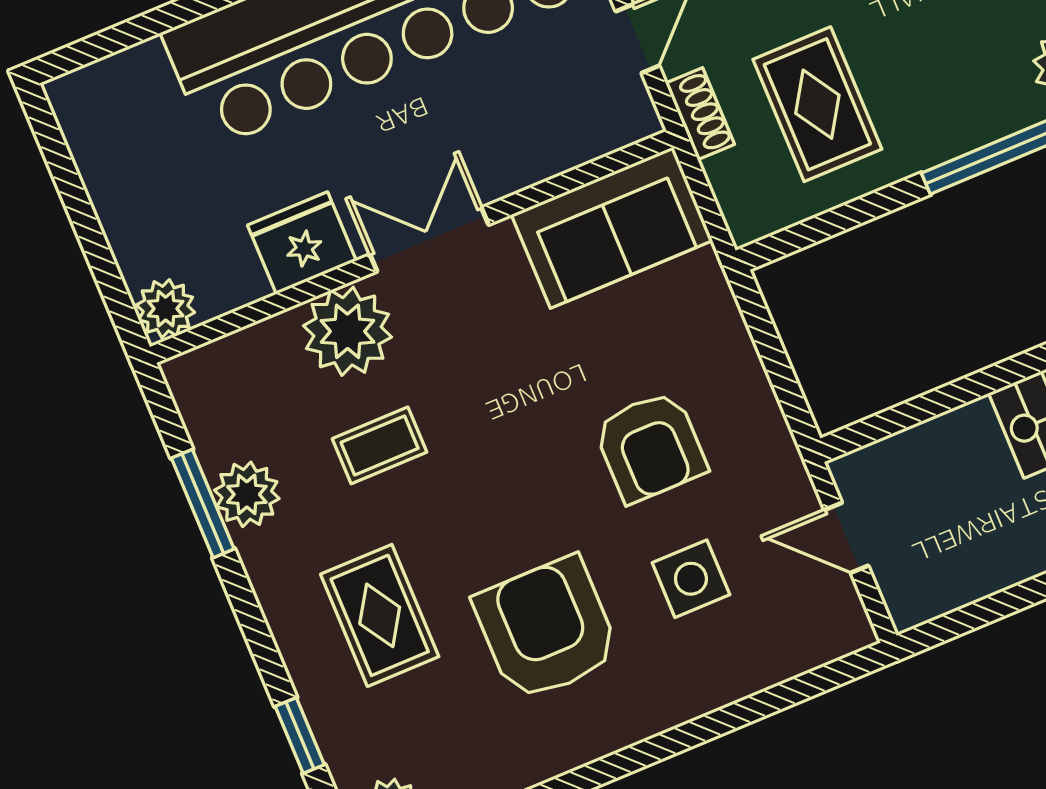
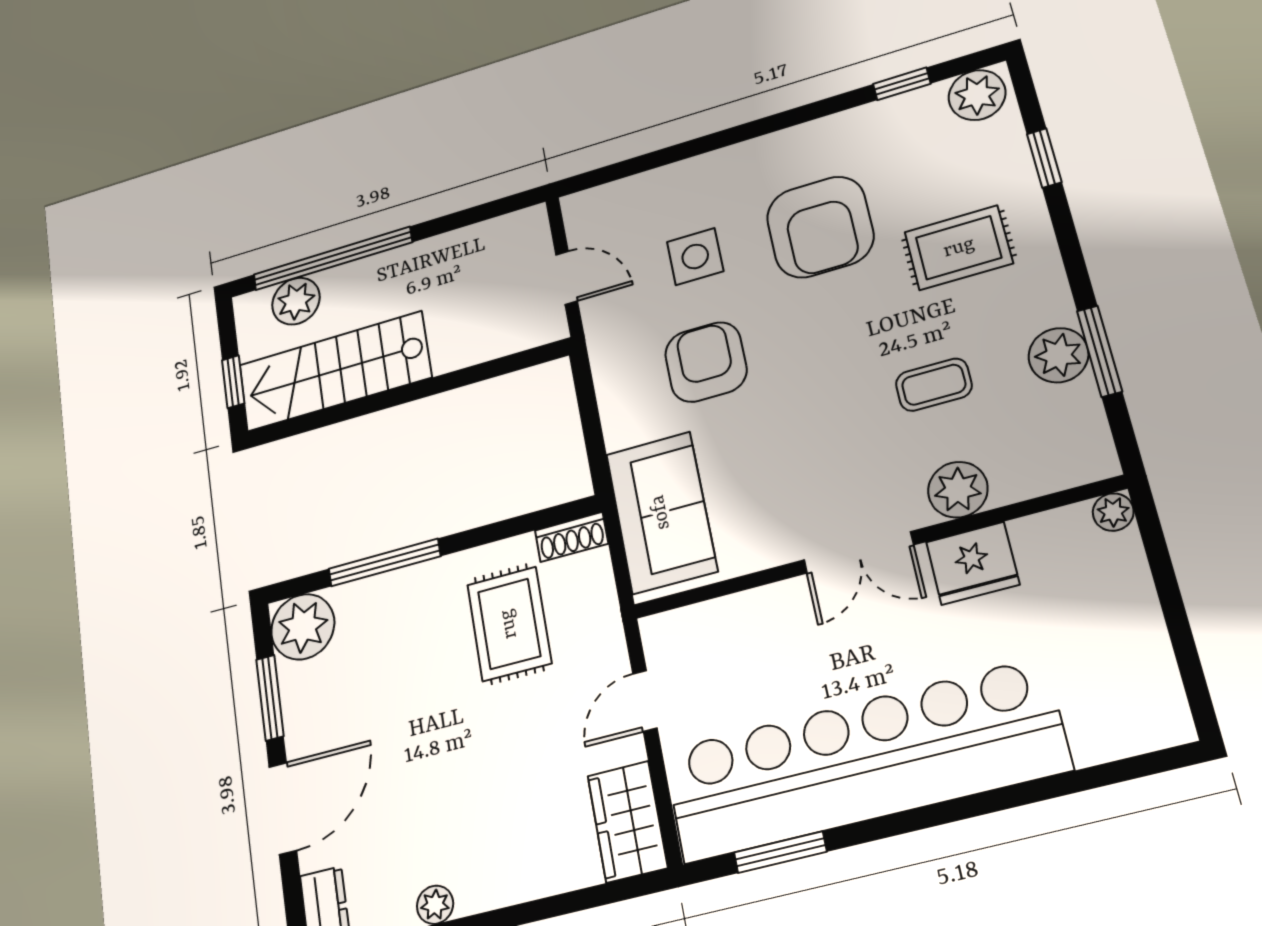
shoe rack: (700, 114) -> (571, 537), moved, turned -90
sofa: (612, 228) -> (661, 512), moved, turned 90
plant: (166, 309) -> (1113, 512), width x0.73, depth x0.73
plant: (347, 331) -> (958, 490), width x0.73, depth x0.73
rug: (380, 615) -> (959, 248), turned 90

